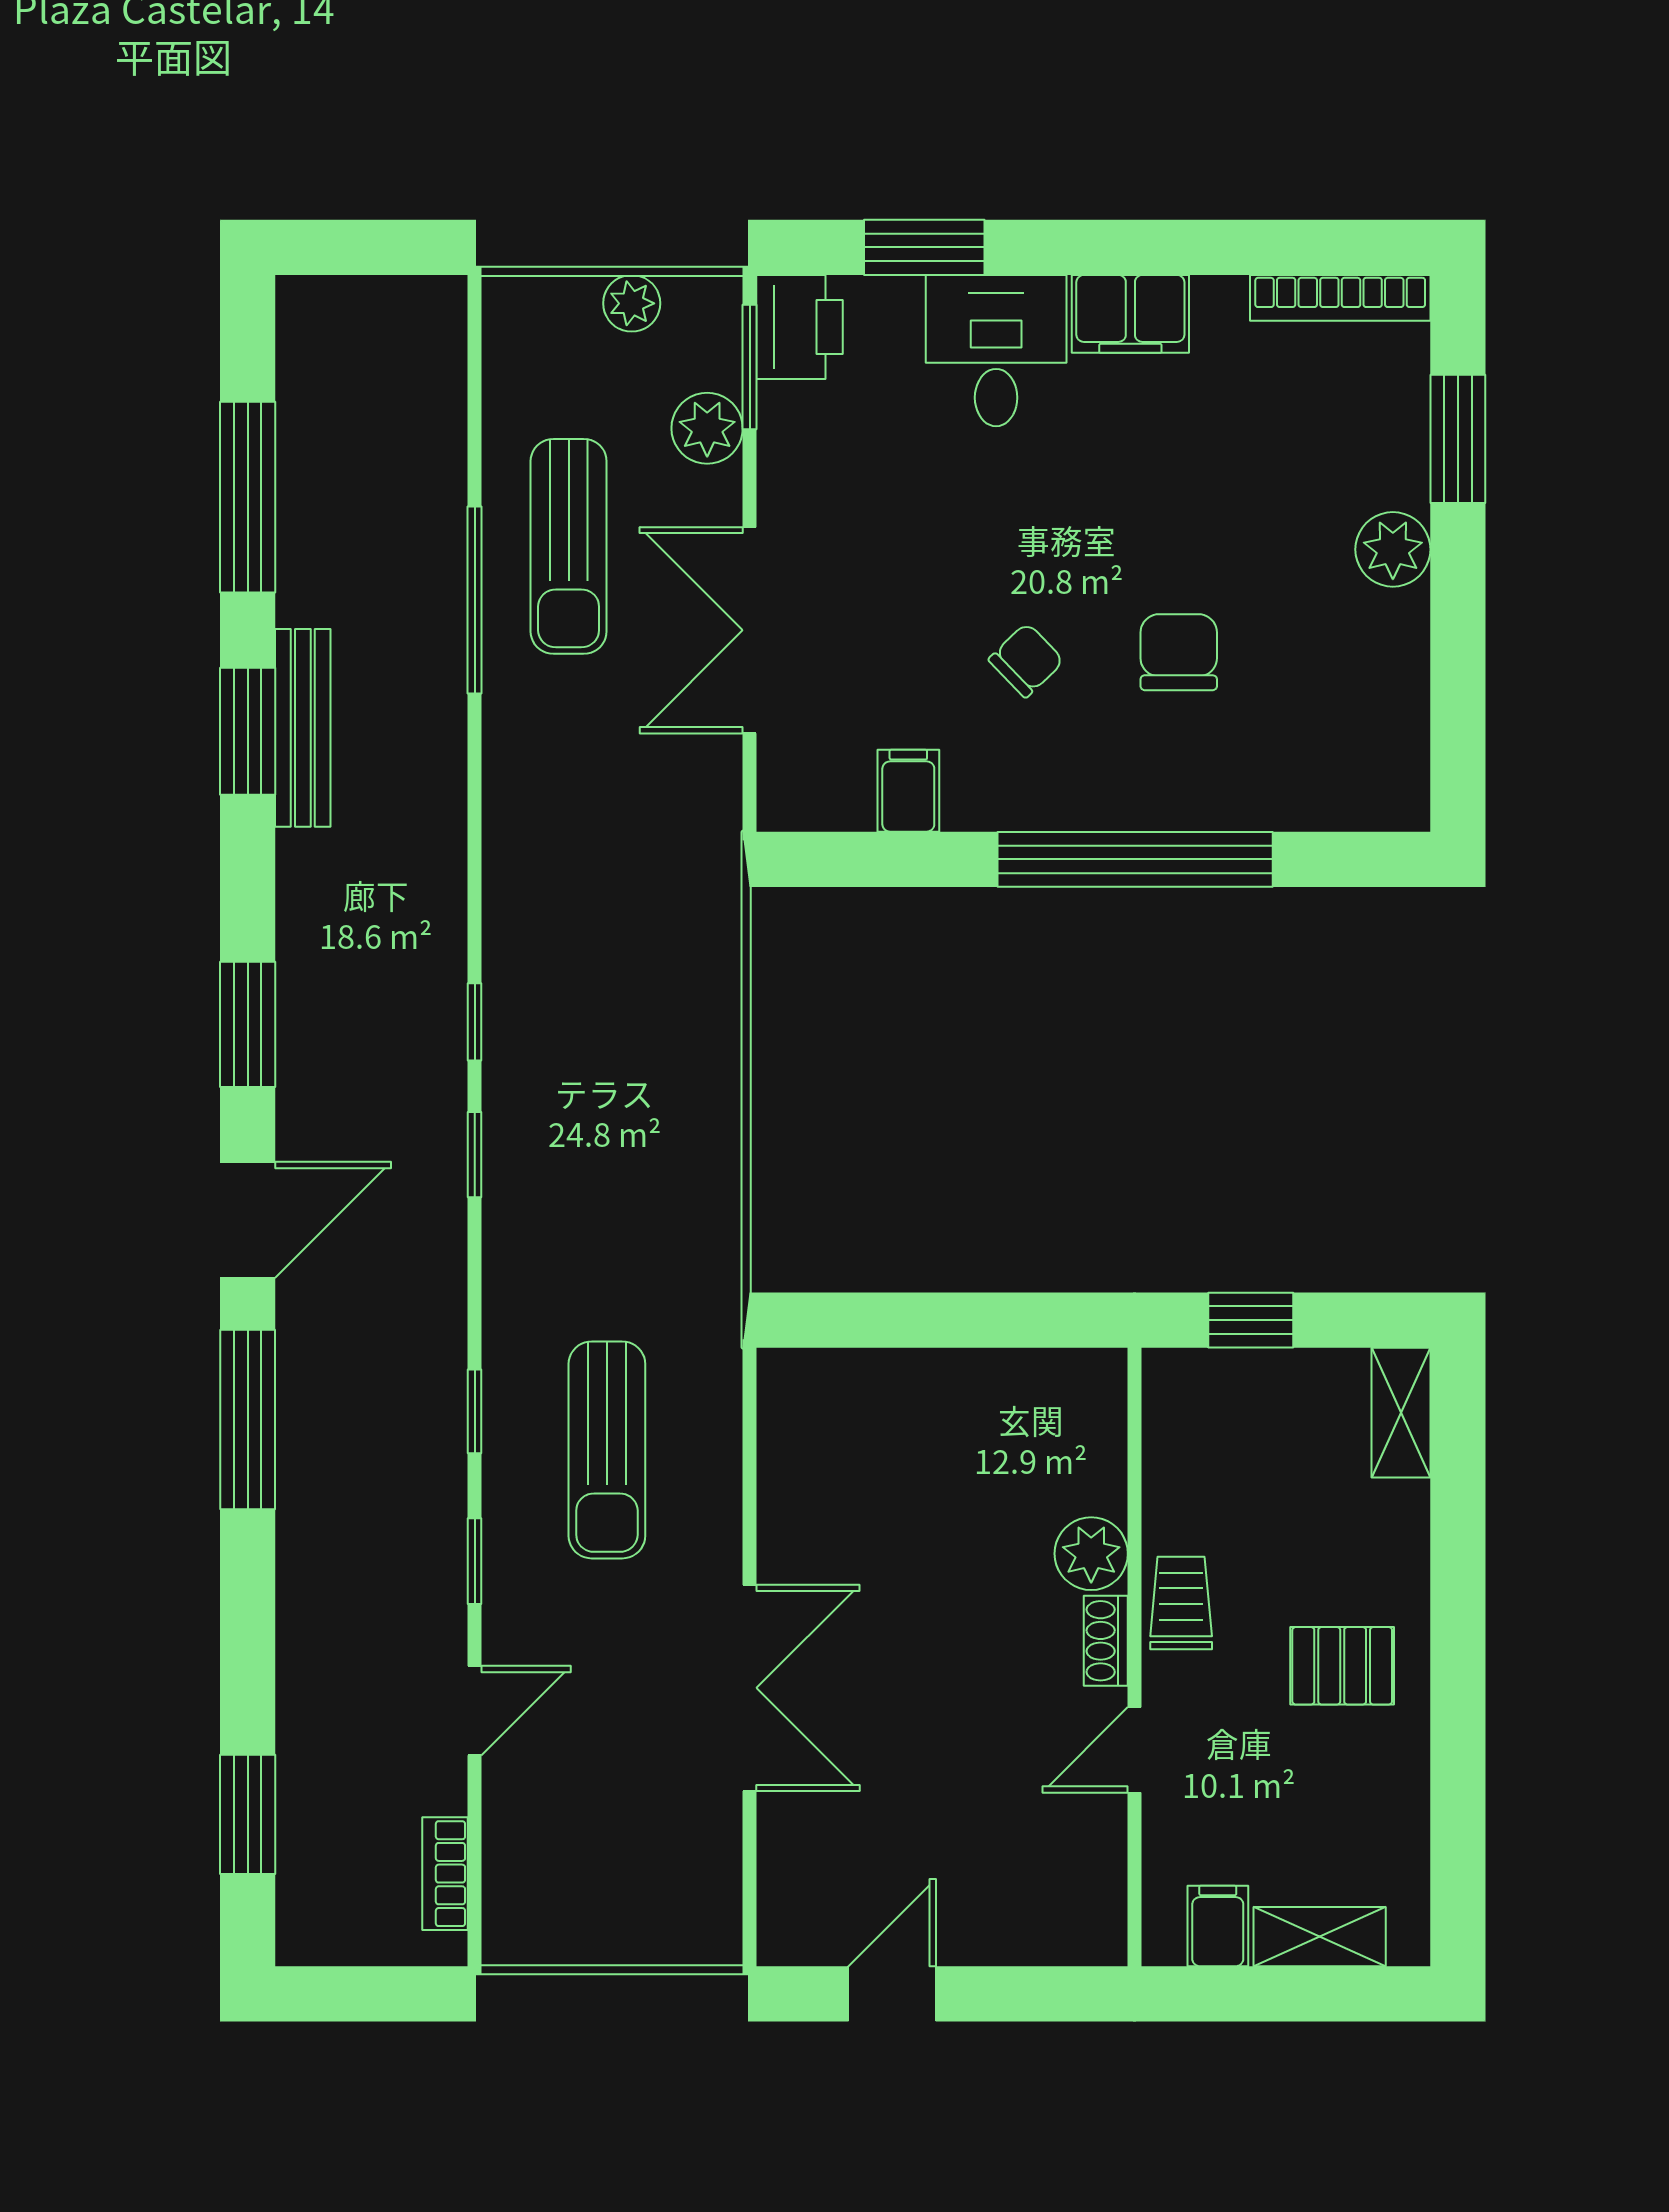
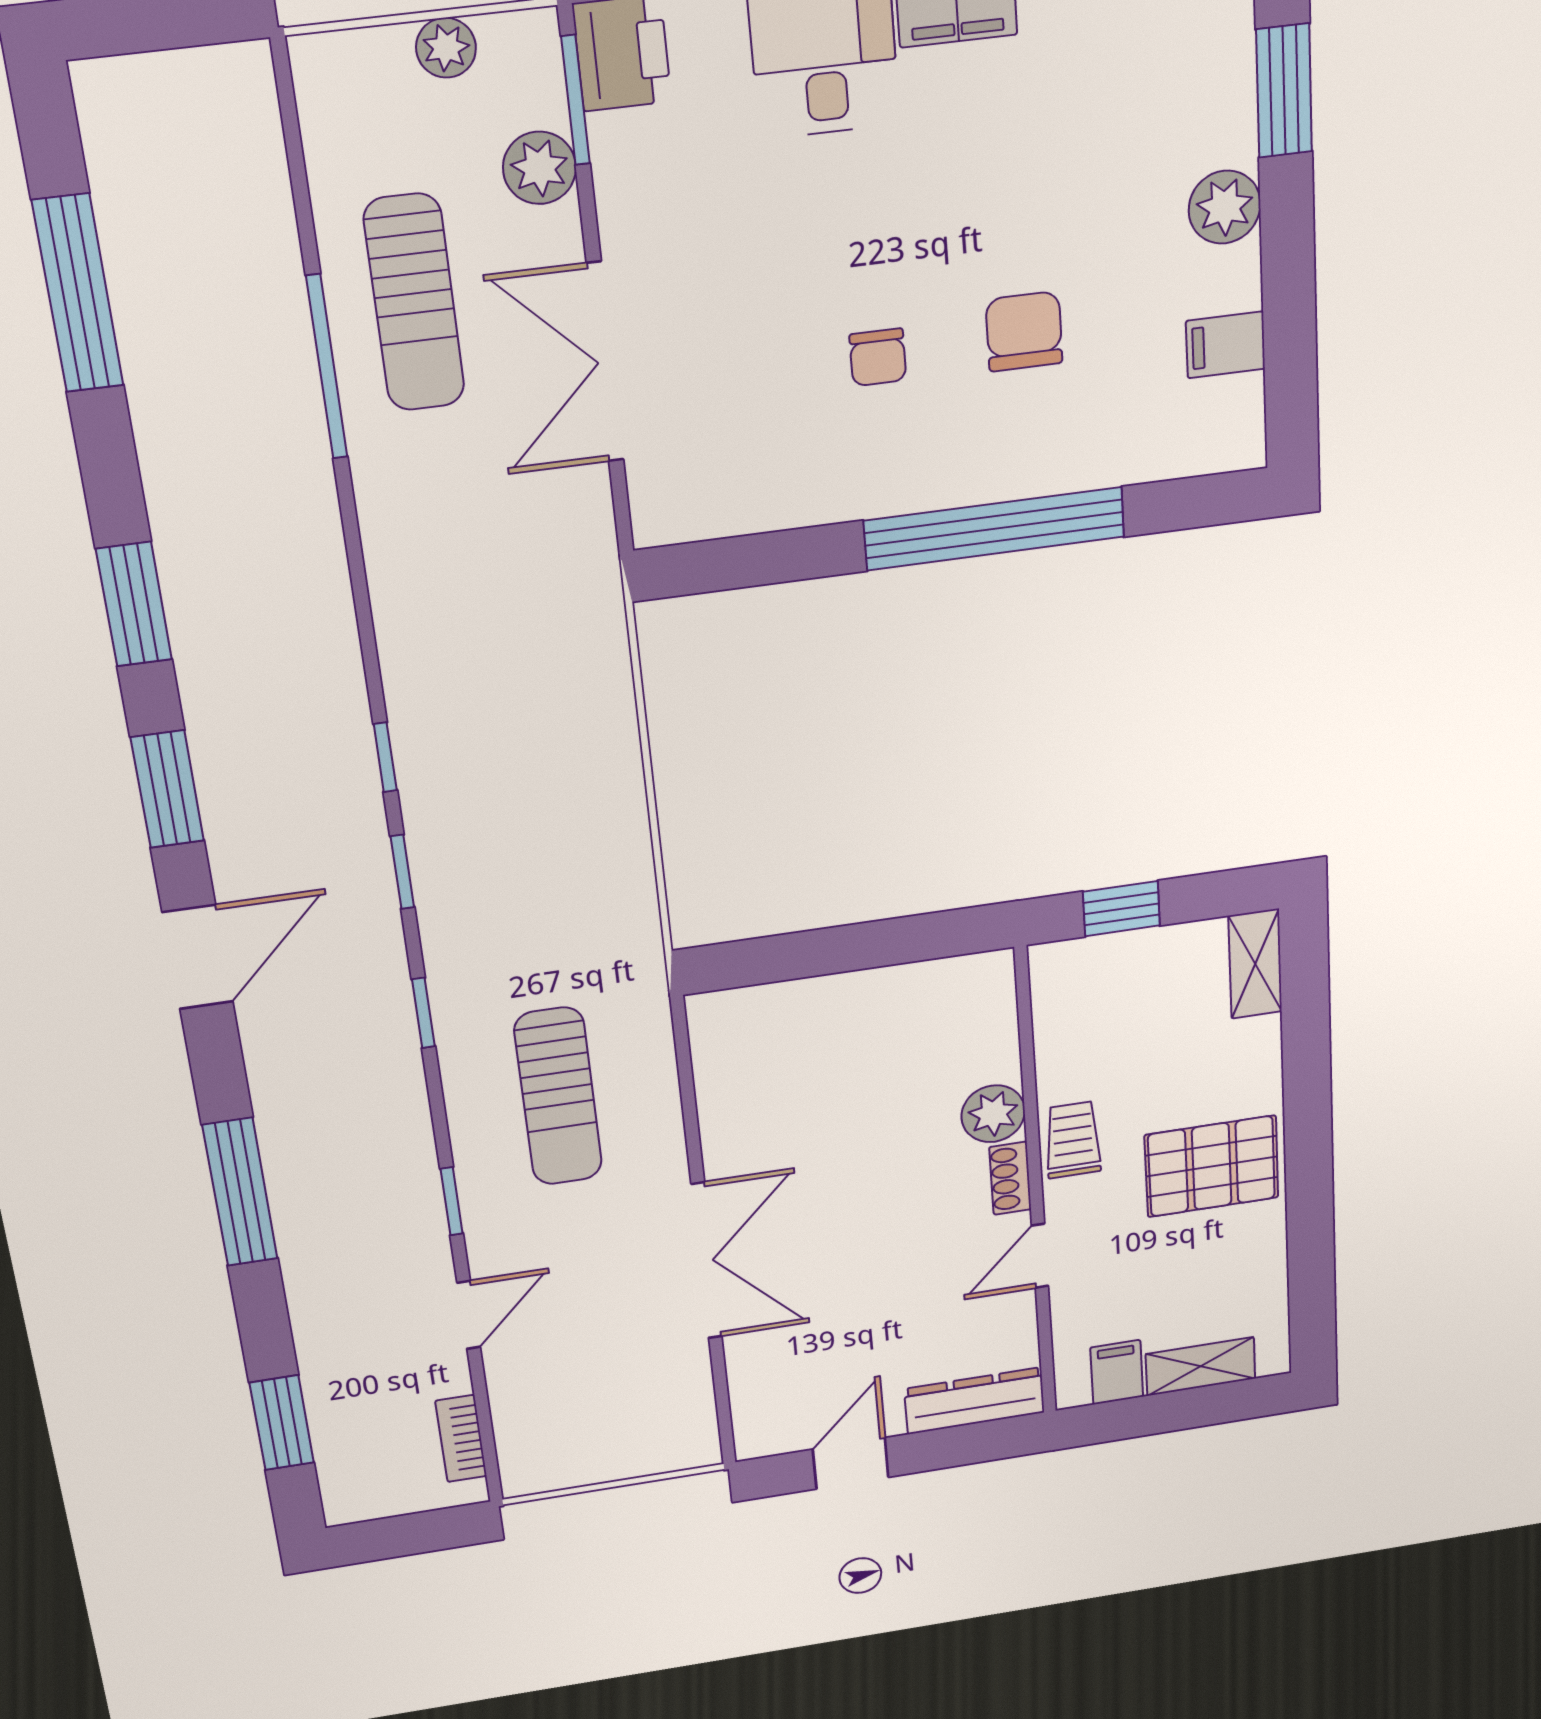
chair: (1026, 660) -> (878, 357), turned 134
bench: (303, 728) -> (174, 511), removed
window: (248, 731) -> (134, 604), moved
filing cabinet: (908, 791) -> (1225, 345), moved, turned -90
window: (475, 1411) -> (423, 1013), moved
window: (248, 1419) -> (240, 1192), moved
pallet: (1342, 1666) -> (1212, 1166), width x1.50, depth x1.42
dresser: (1045, 1934) -> (975, 1401), added

